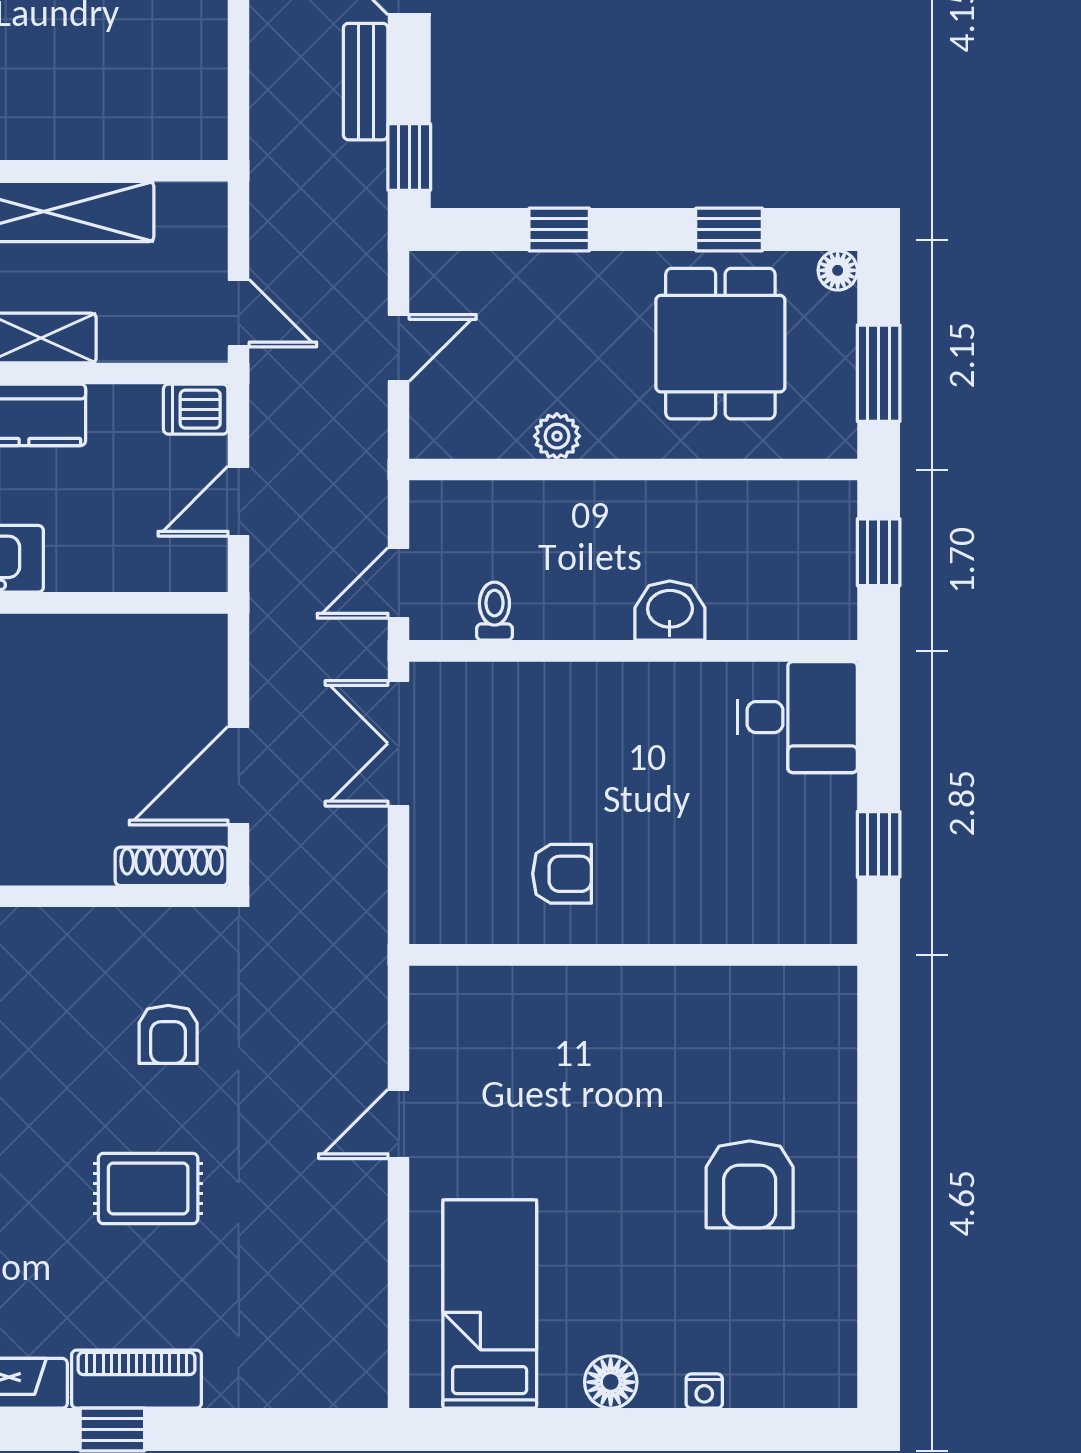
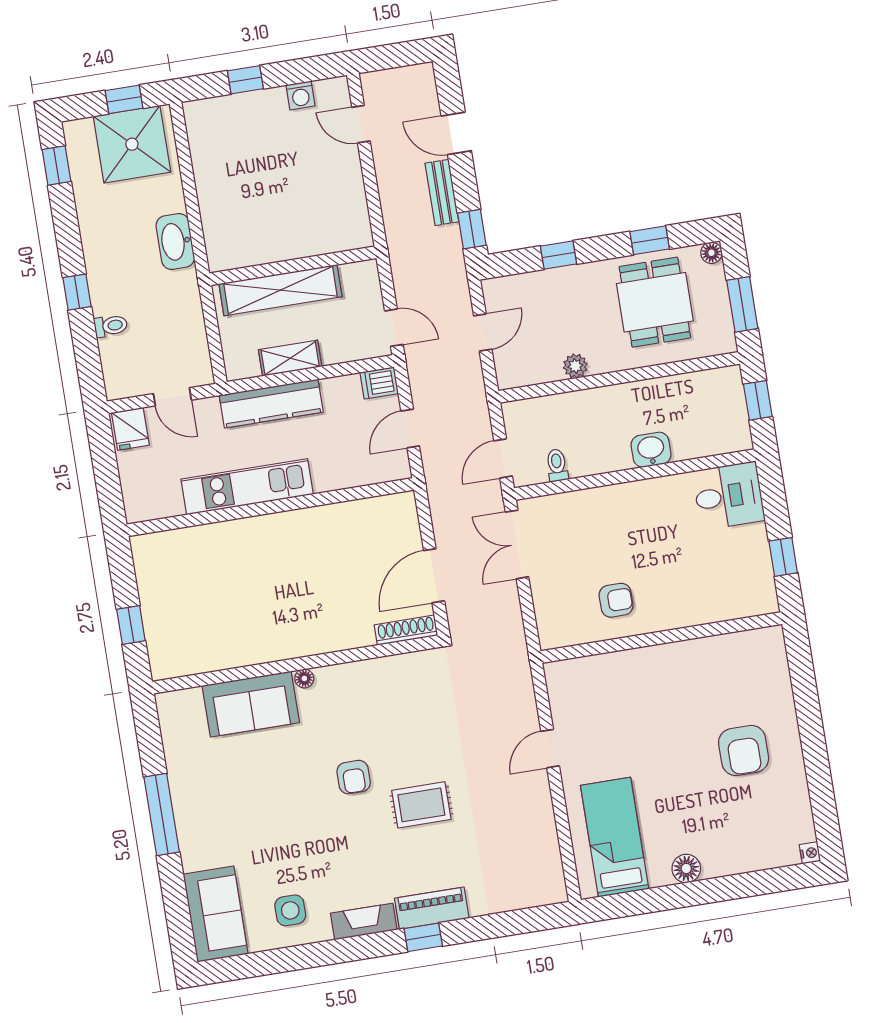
armchair: (168, 1034) -> (354, 777), moved
nightstand: (704, 1391) -> (810, 853), moved, turned -90

